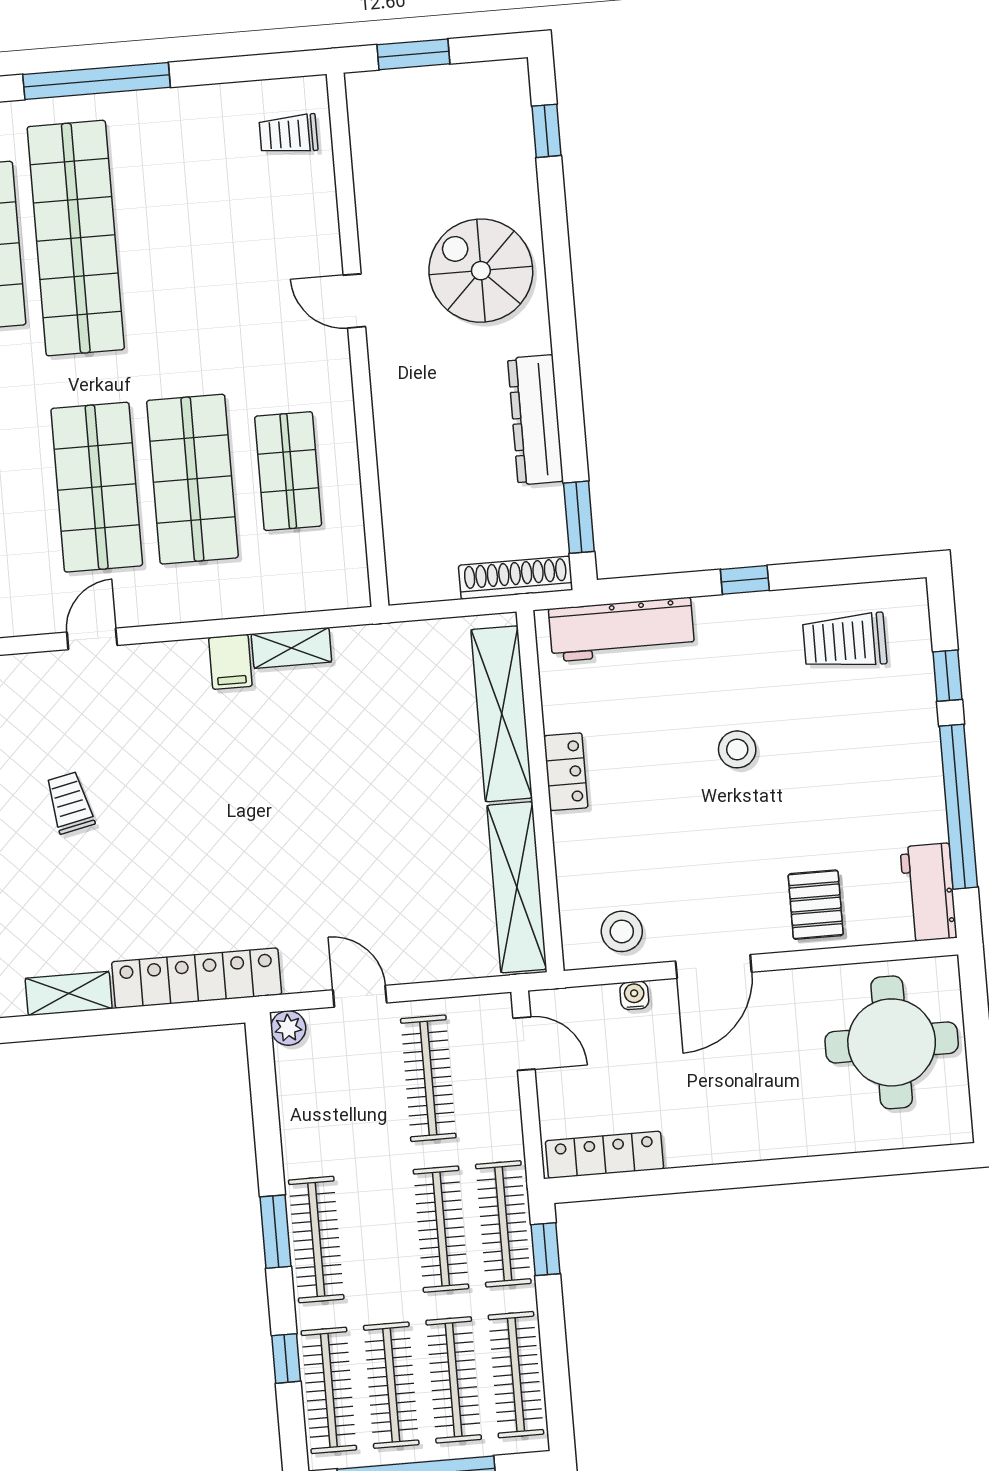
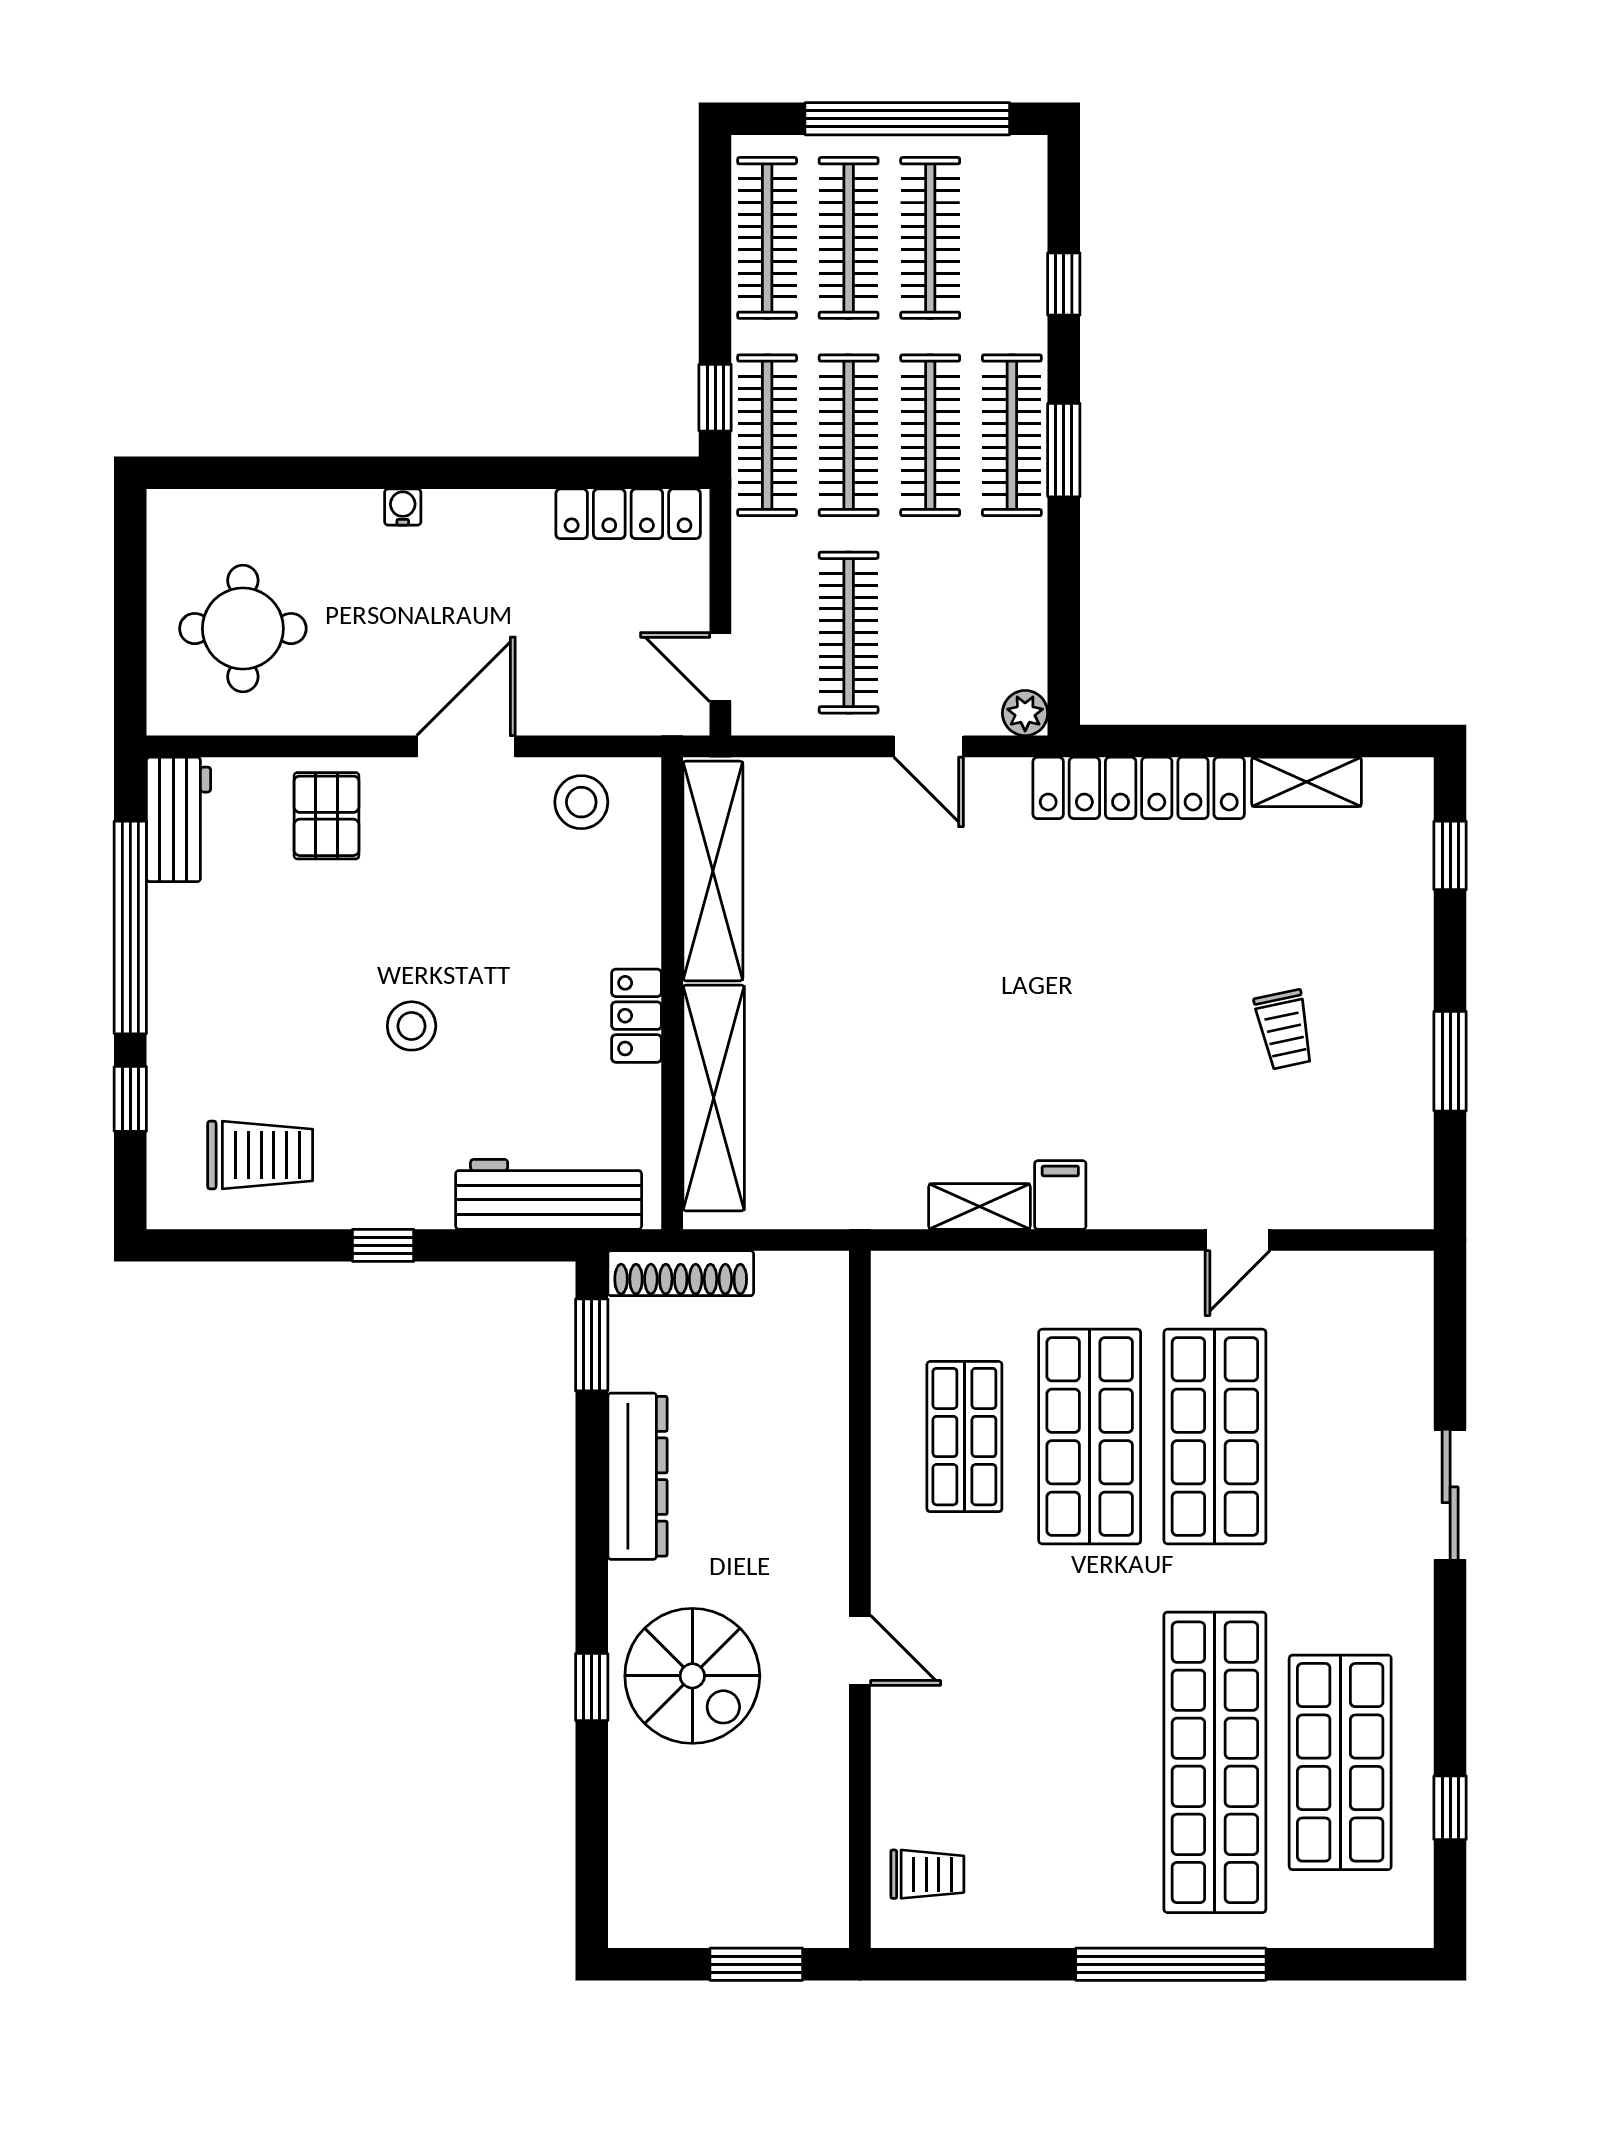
window: (547, 131) -> (592, 1687), moved
water cooler: (634, 995) -> (403, 507), moved, turned 180
round table: (892, 1042) -> (243, 629), width x0.73, depth x0.73
clothes rail: (329, 1390) -> (930, 435), moved

